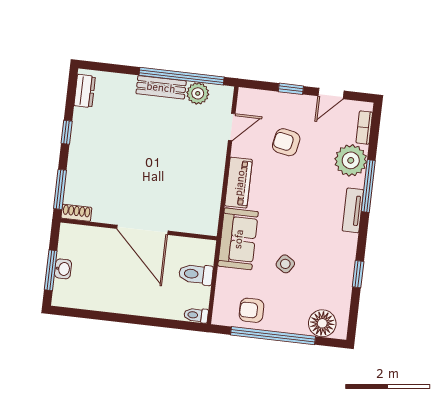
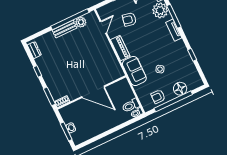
toilet: (196, 274) -> (131, 106), moved
floor lamp: (322, 323) -> (180, 89), moved

